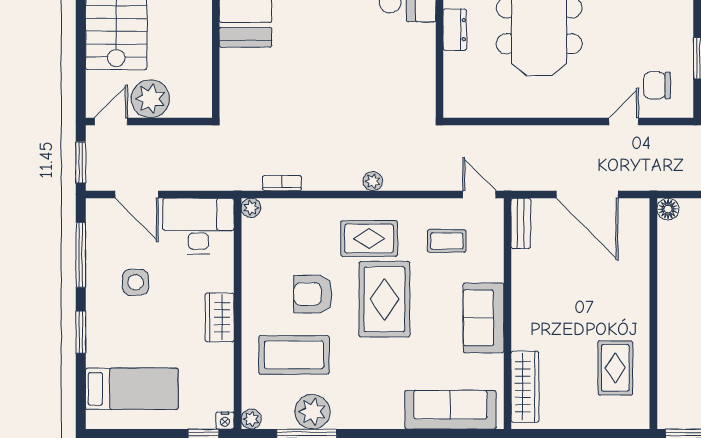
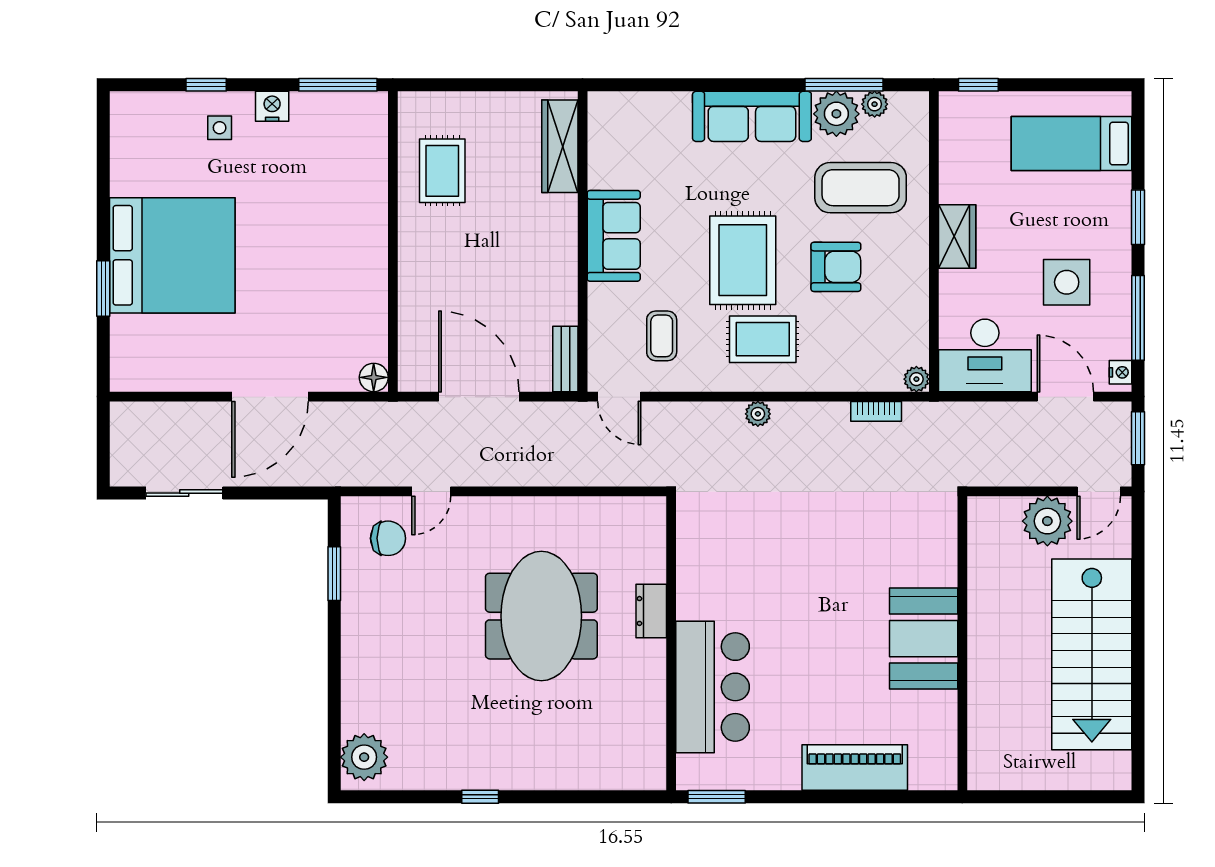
coffee table: (447, 241) -> (662, 336), turned 90
side table: (136, 282) -> (1067, 282), width x1.37, depth x1.37
sofa: (450, 410) -> (752, 116), moved
plant: (251, 419) -> (875, 104), moved
nightstand: (225, 420) -> (1120, 372), moved, turned 90

